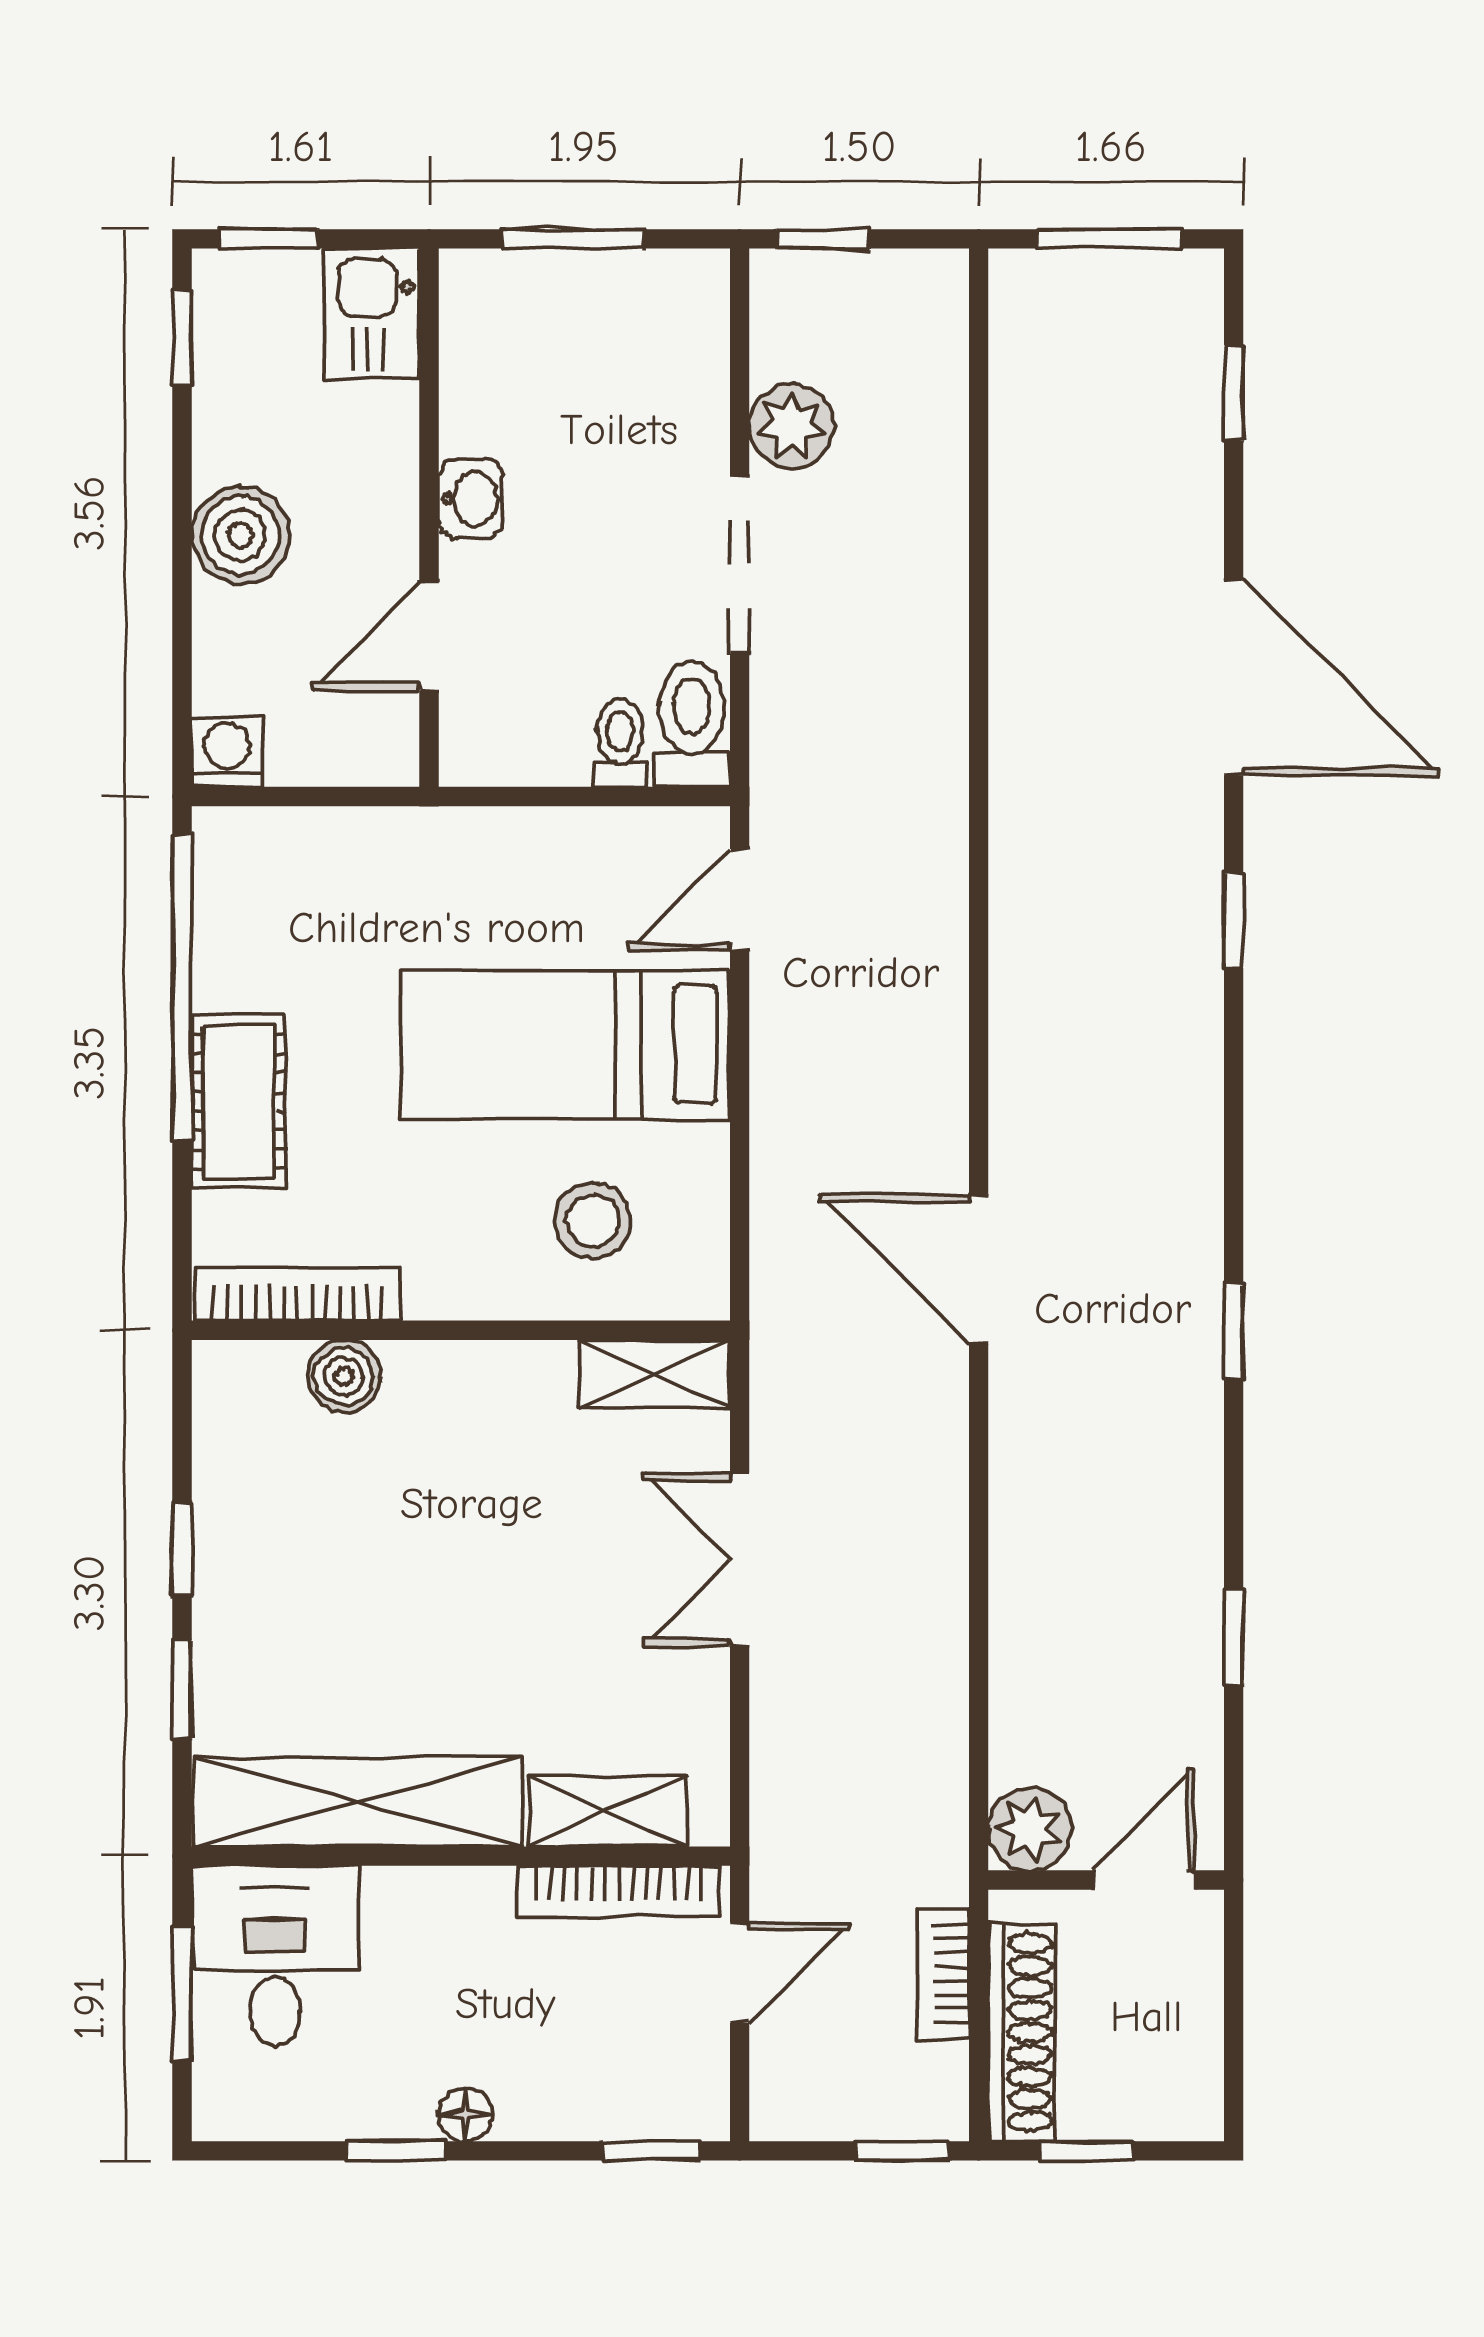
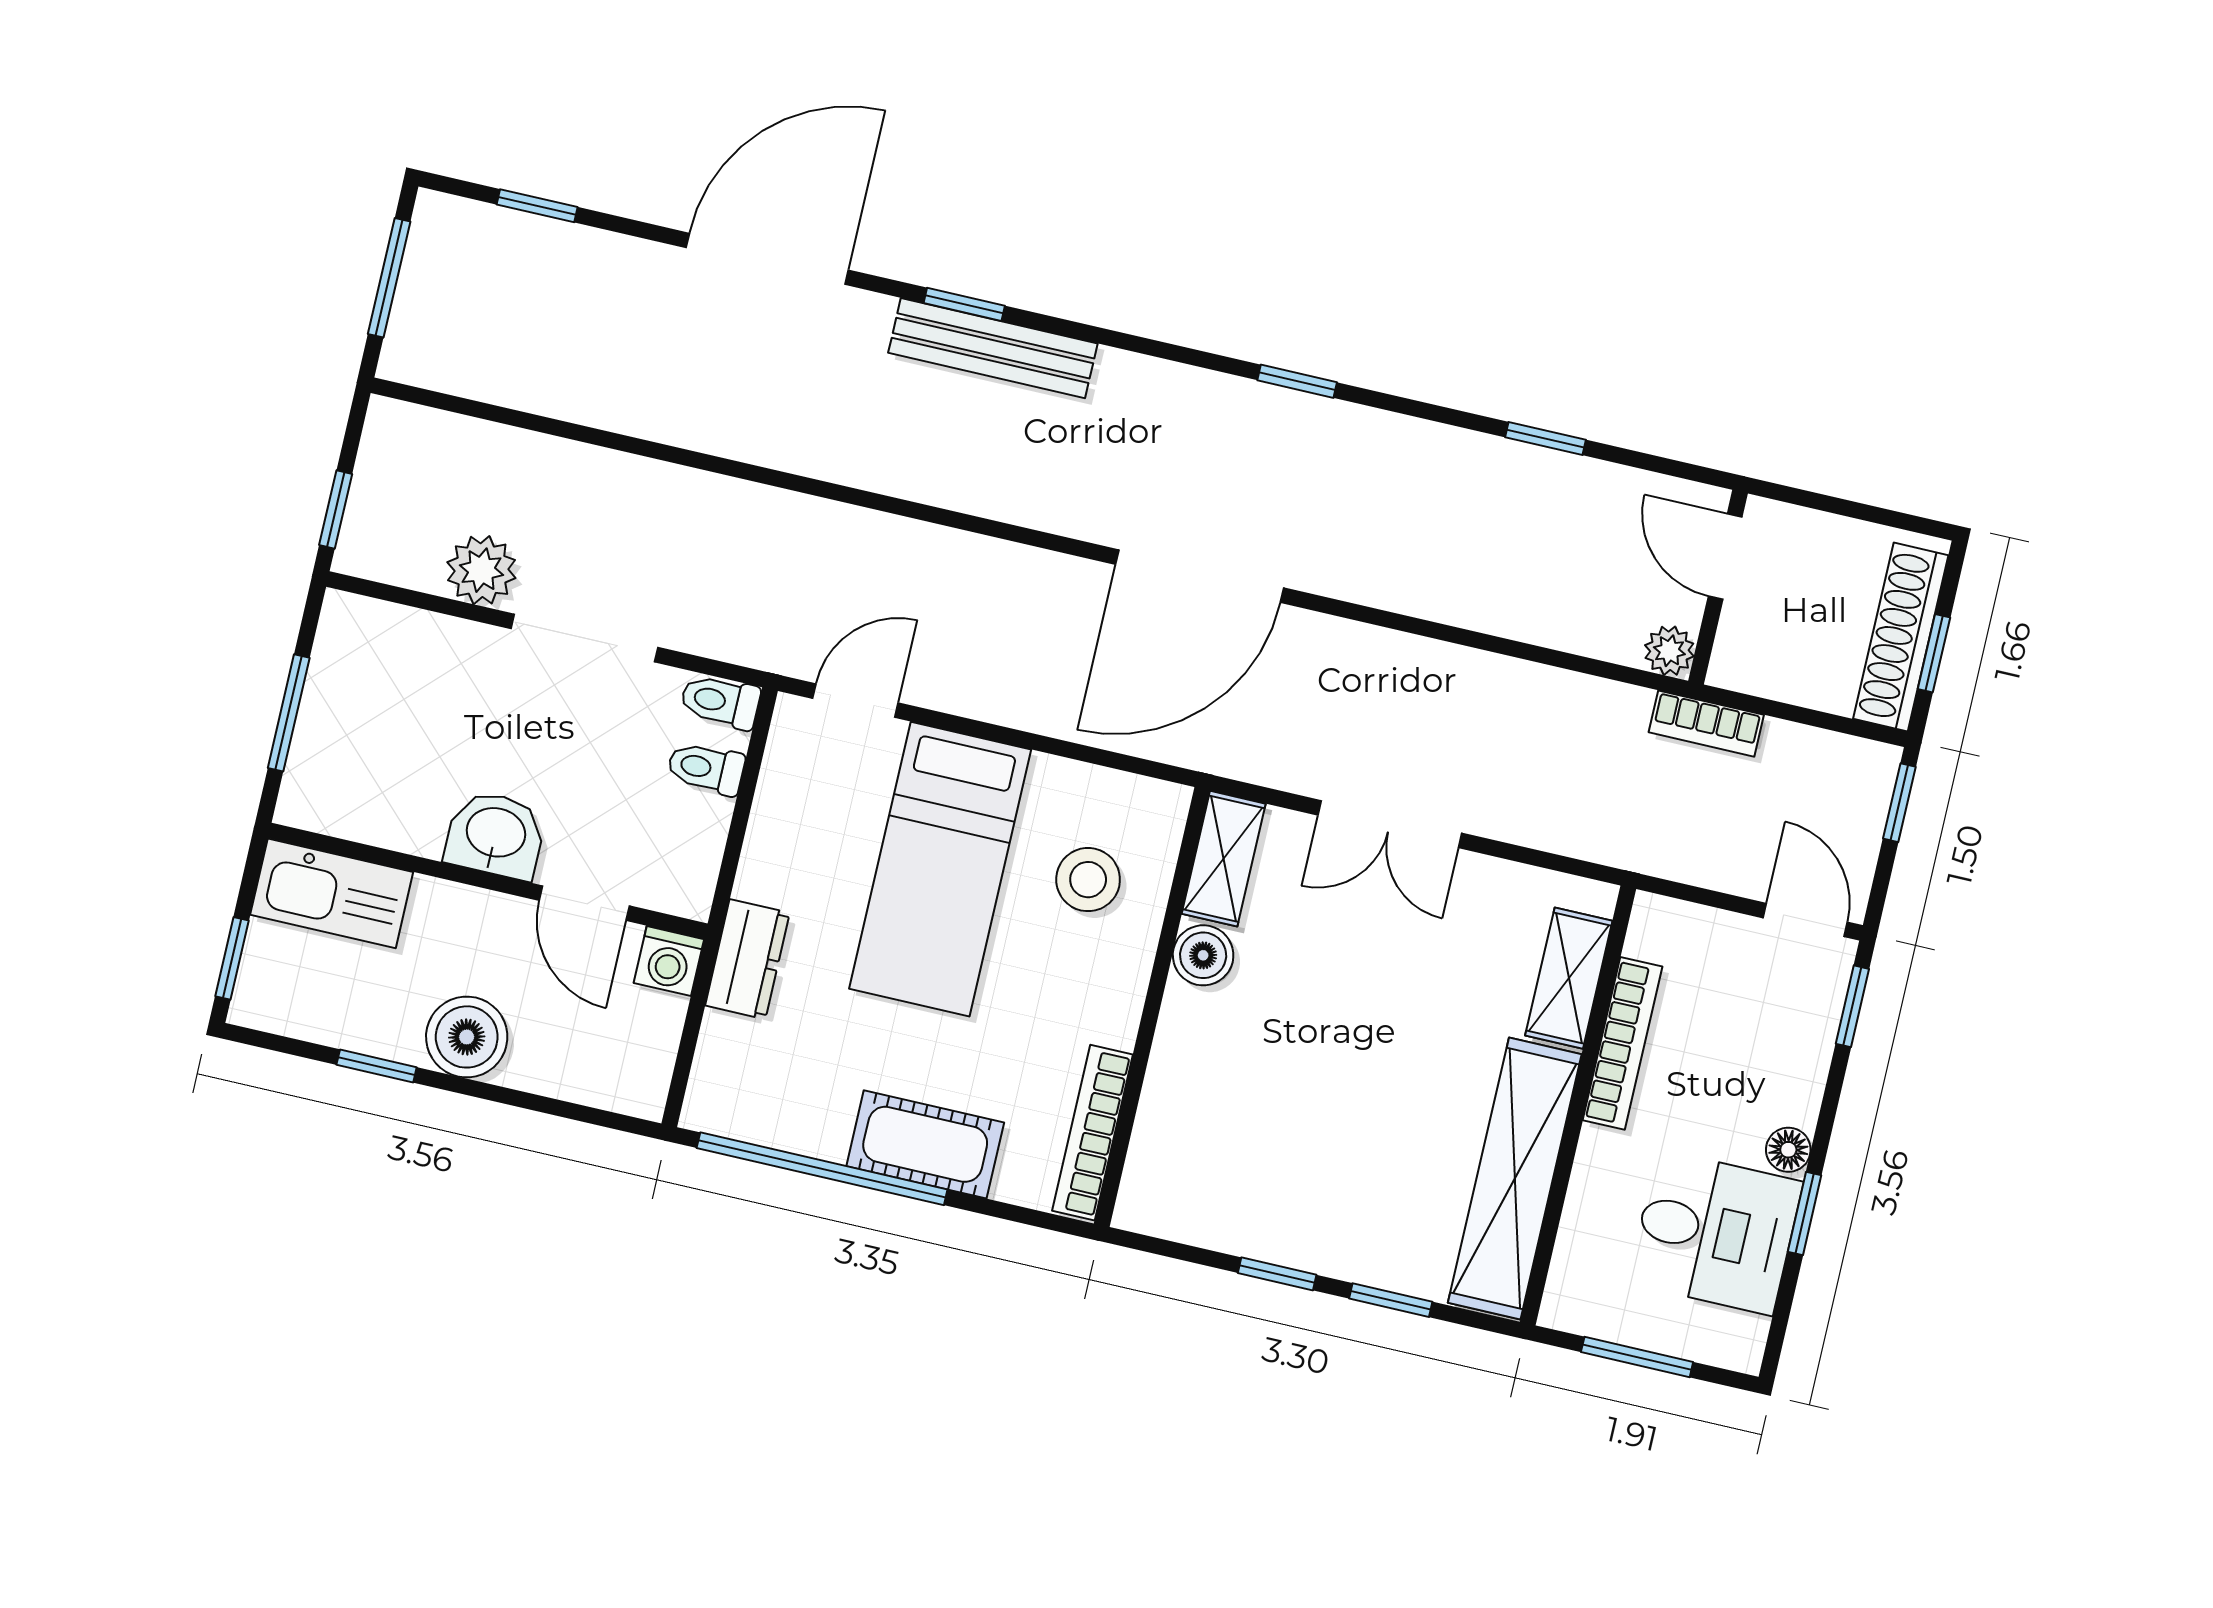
kitchen sink: (372, 314) -> (332, 893), width x1.38
window: (182, 338) -> (377, 1066), moved
washbasin: (471, 499) -> (495, 835), width x1.38, depth x1.45
toilet: (692, 724) -> (720, 701), width x0.73, depth x0.72
washing machine: (227, 752) -> (669, 961), moved, turned -90
dresser: (407, 843) -> (747, 959), added
door: (740, 900) -> (855, 701), swing flipped
bench: (1190, 966) -> (993, 348), added
door: (979, 1269) -> (1199, 576), width x1.36
boiler: (344, 1376) -> (1203, 955), moved
plant: (1030, 1829) -> (1669, 651), width x0.73, depth x0.73
bookcase: (619, 1891) -> (1622, 1043), moved
desk: (275, 1956) -> (1715, 1232), moved, turned 180
door: (740, 1973) -> (1805, 920), moved
bookcase: (943, 1974) -> (1706, 724), moved
shoe rack: (1022, 2032) -> (1901, 637), moved, turned -90

